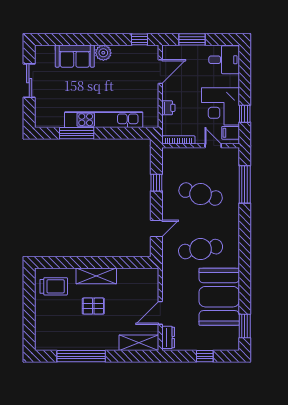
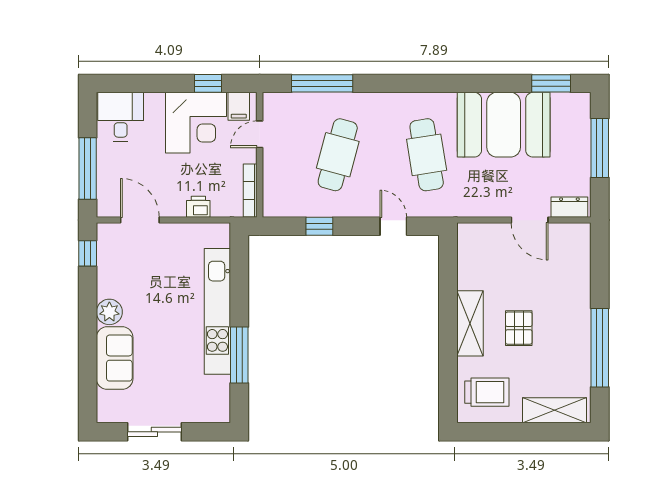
window: (192, 39) -> (88, 168), width x1.44
trolley: (54, 286) -> (487, 392), turned 90
shelving: (139, 343) -> (554, 410), moved, turned 90
window: (205, 356) -> (600, 148), width x2.17

